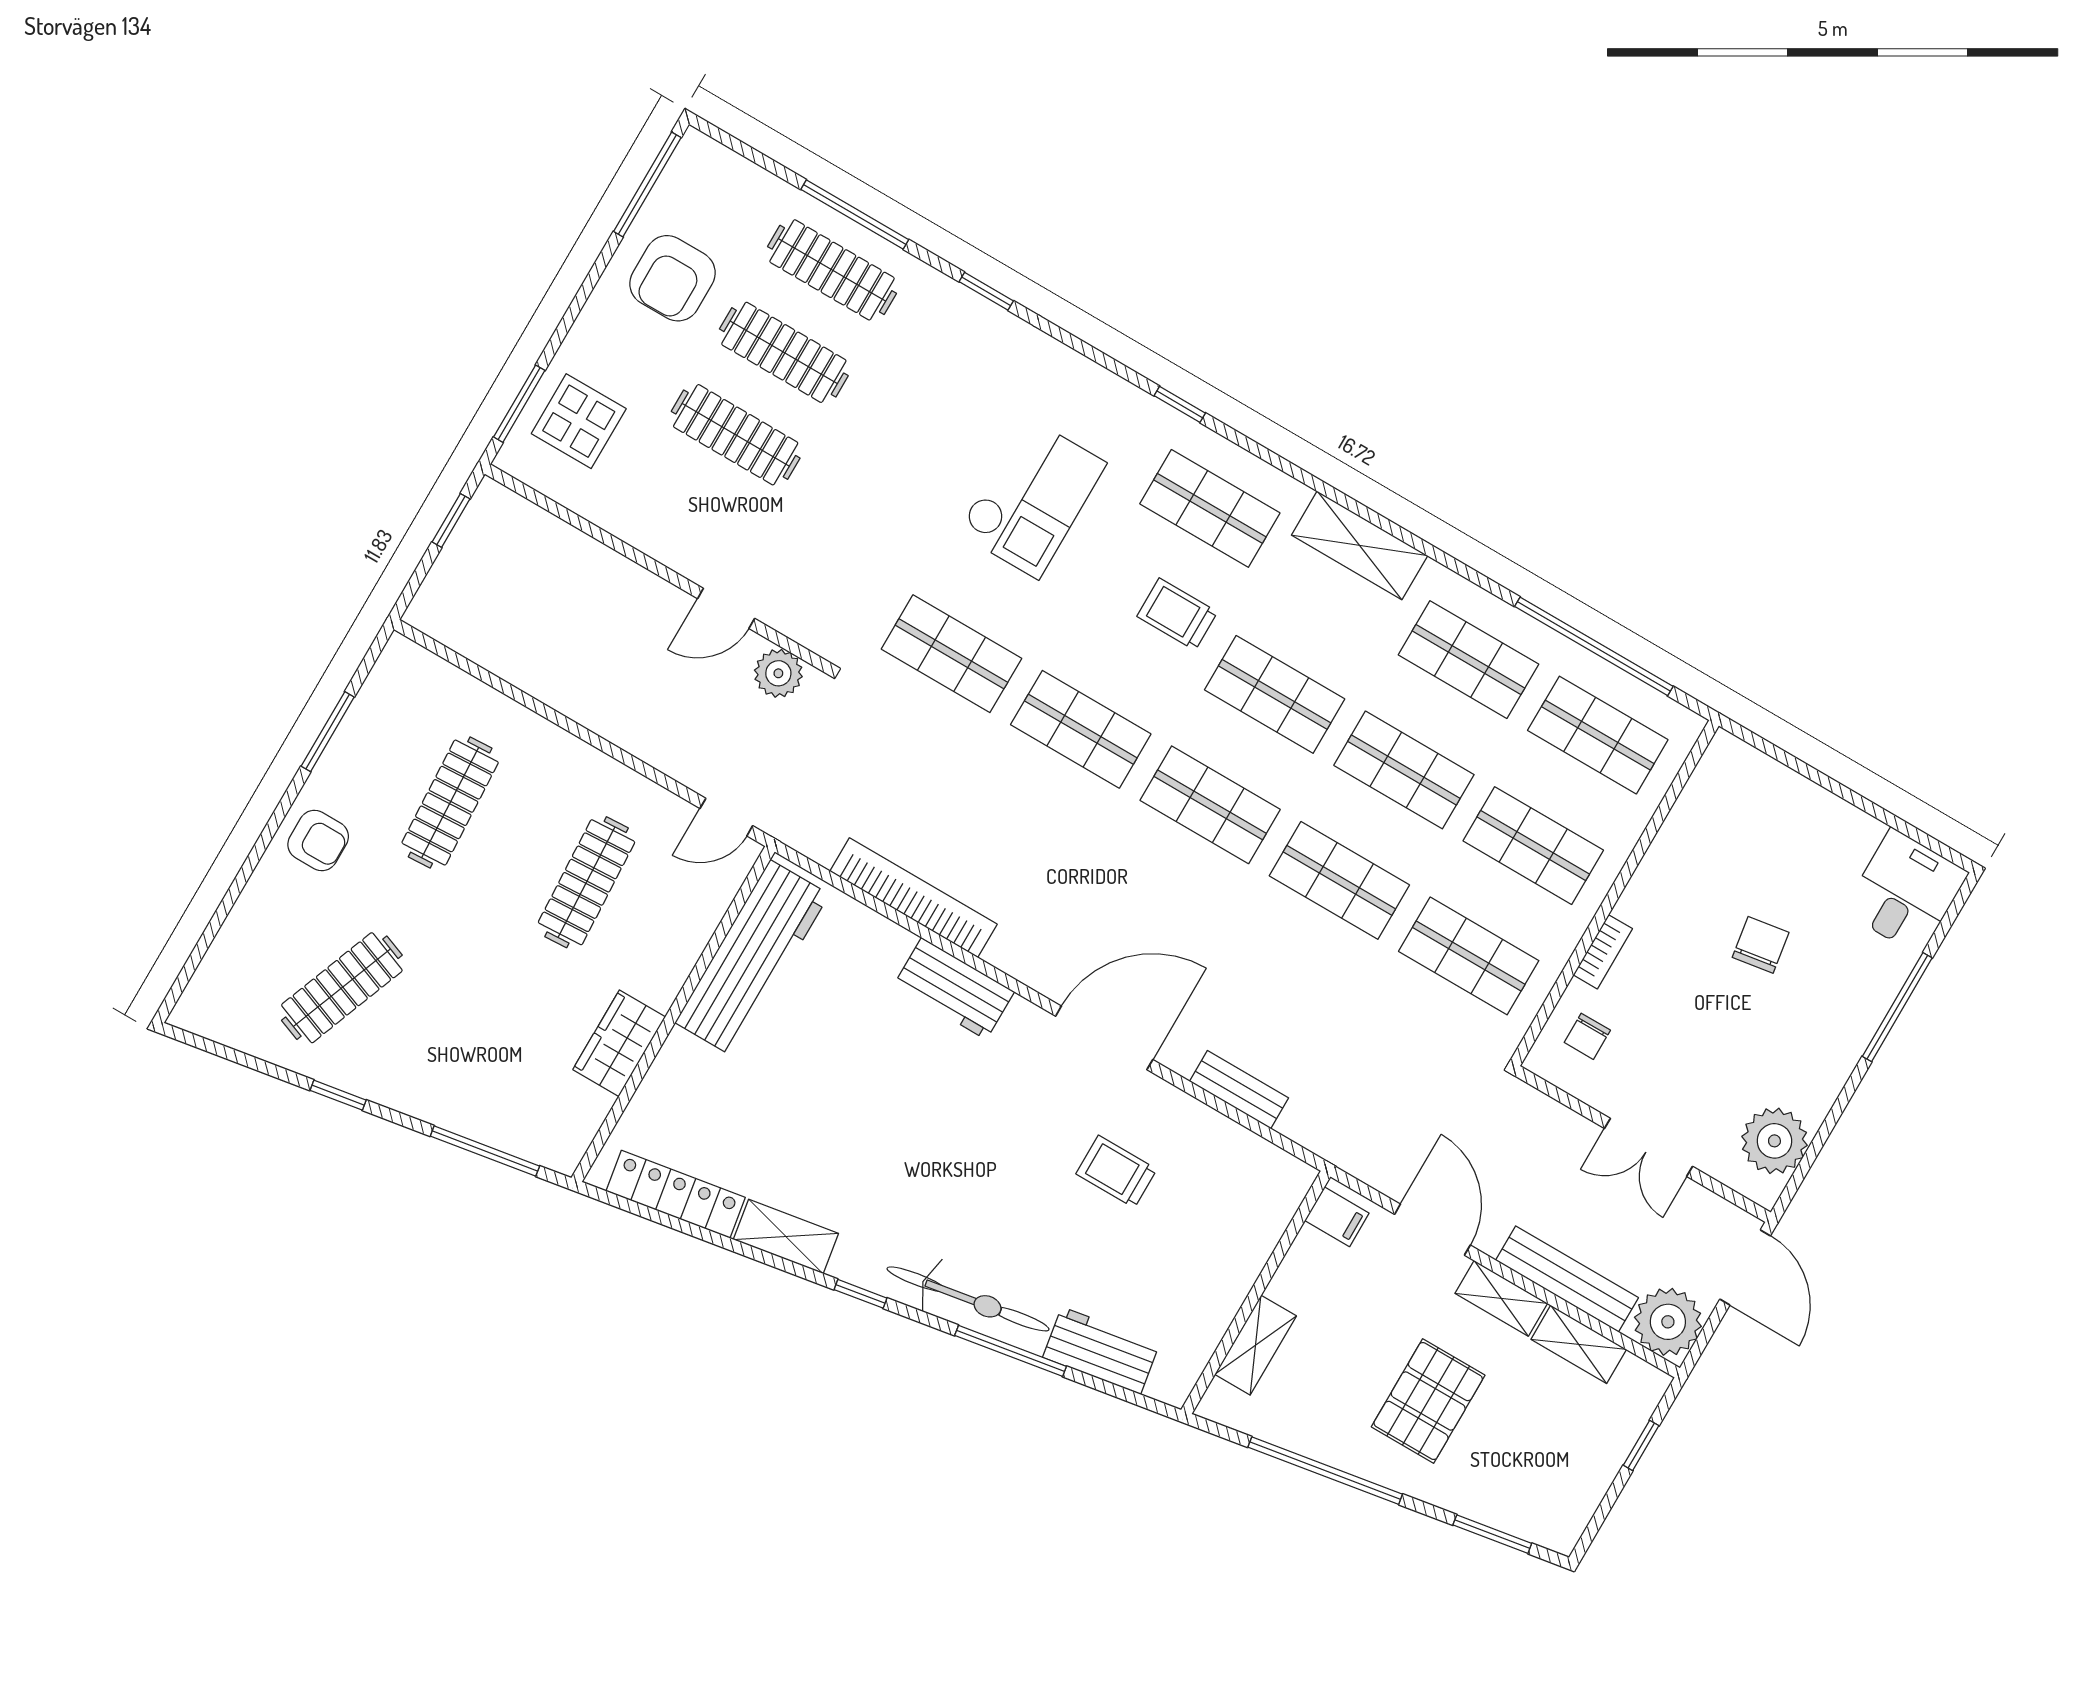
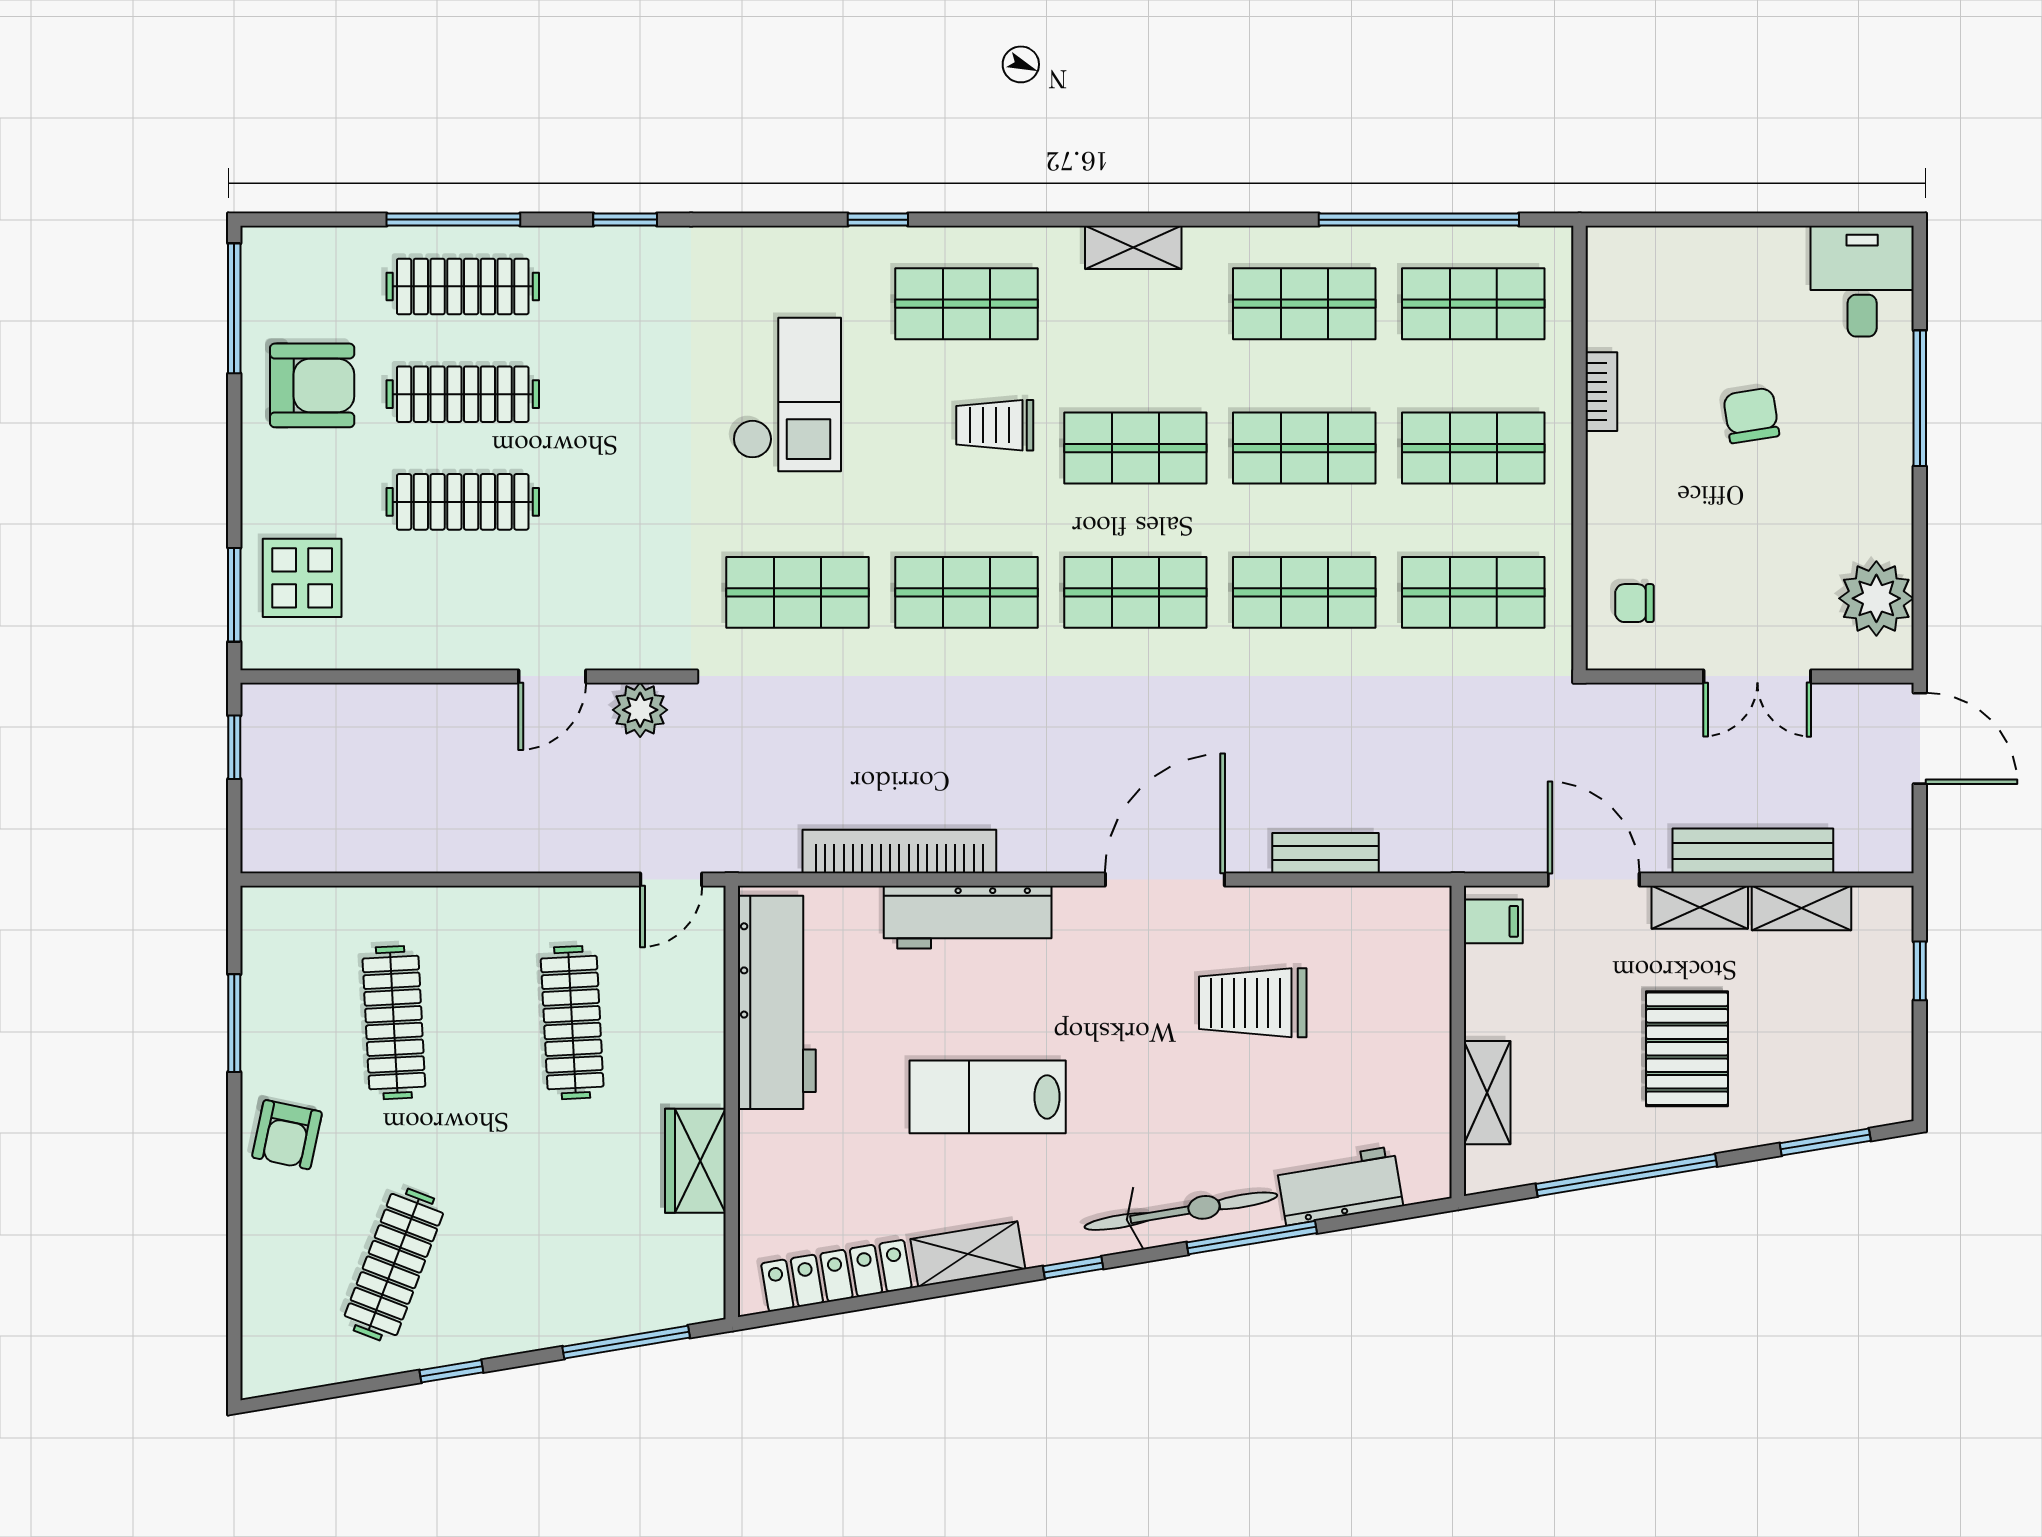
armchair: (672, 278) -> (312, 385), turned -90
shelving: (1360, 545) -> (1133, 247), width x0.67, depth x0.75
armchair: (318, 840) -> (287, 1135), turned 102
bookcase: (1603, 952) -> (1601, 392), moved
workbench: (954, 989) -> (968, 917), width x1.38
chair: (1587, 1036) -> (1634, 603), turned 90
lab bench: (871, 1125) -> (988, 1097), added
trolley: (1116, 1172) -> (1253, 1003), width x1.36, depth x1.39
plant: (1668, 1322) -> (1875, 835), removed

